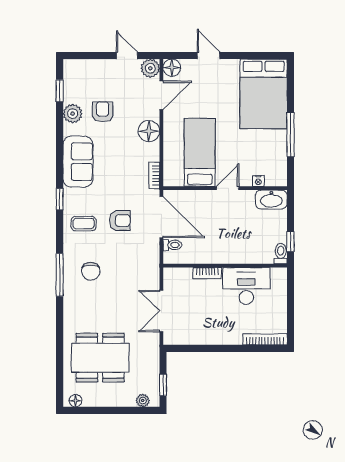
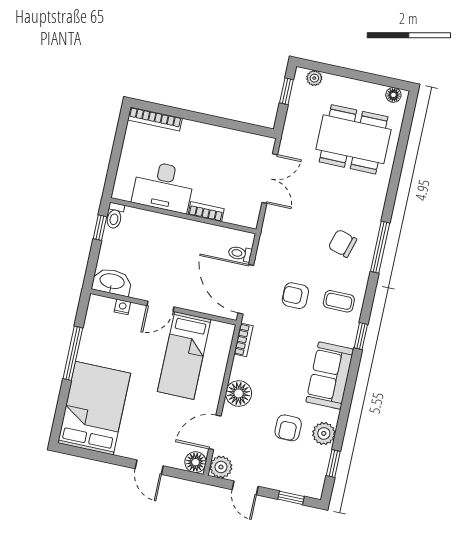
window: (88, 56) -> (291, 498), added
chair: (91, 271) -> (343, 243), turned -74

